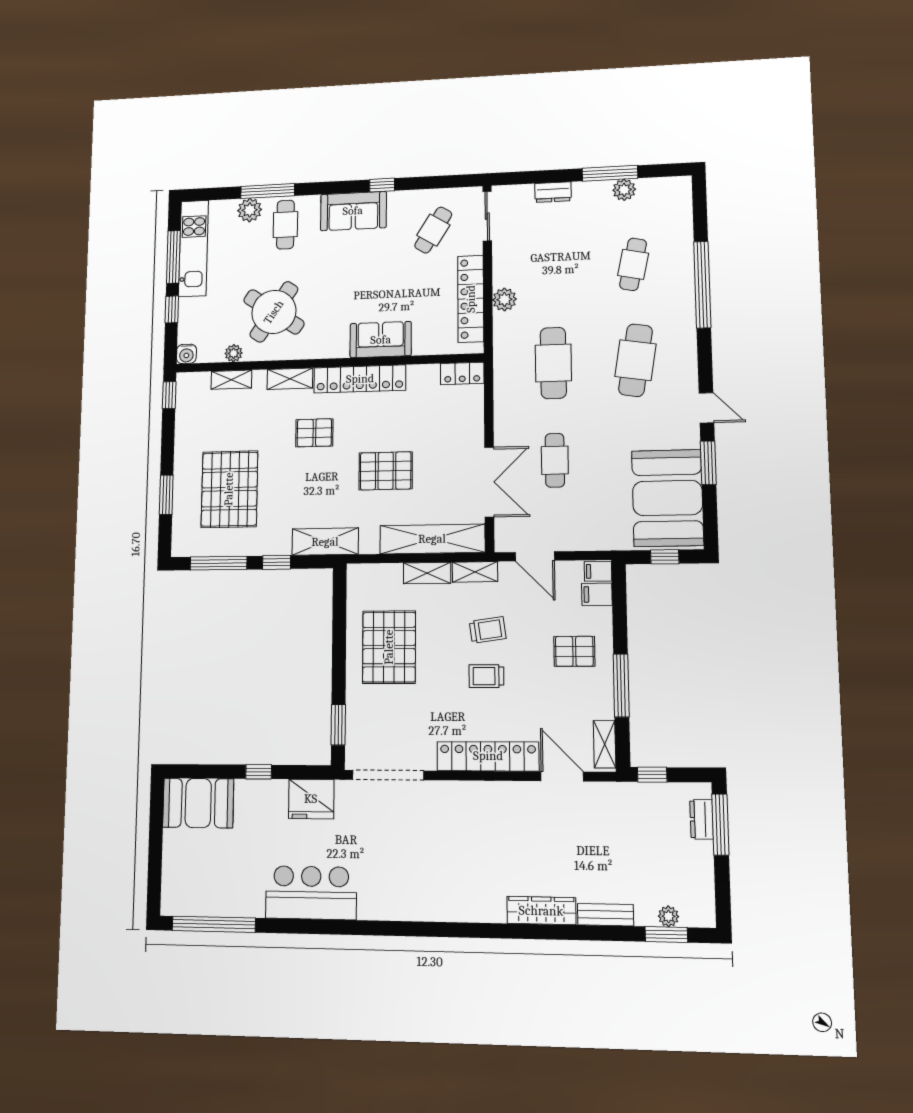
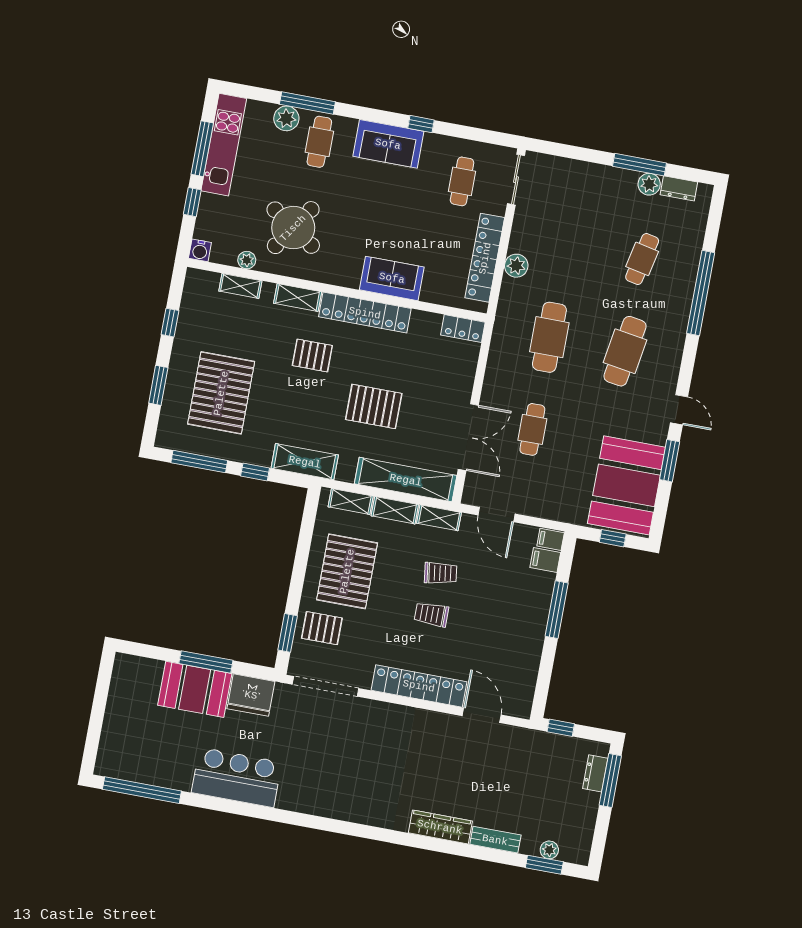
dresser: (553, 192) -> (679, 188), moved
cafe table: (433, 230) -> (462, 181), turned -32
window: (169, 395) -> (170, 323), moved
pallet: (574, 651) -> (322, 628), moved
window: (621, 685) -> (557, 610), moved
shelving: (605, 744) -> (351, 501), moved, turned 90
window: (259, 772) -> (206, 662), width x2.17
booth: (198, 803) -> (195, 689), moved

